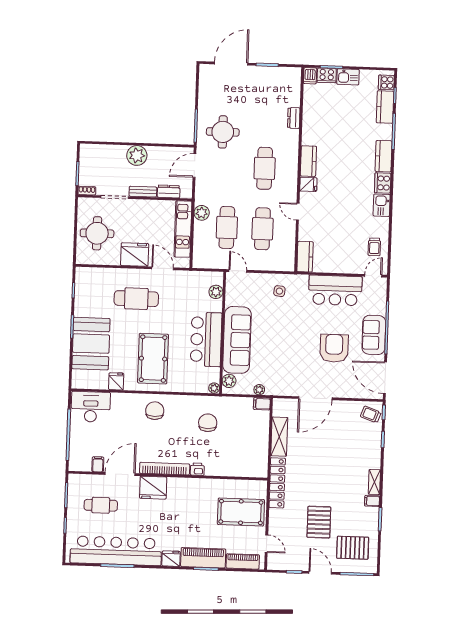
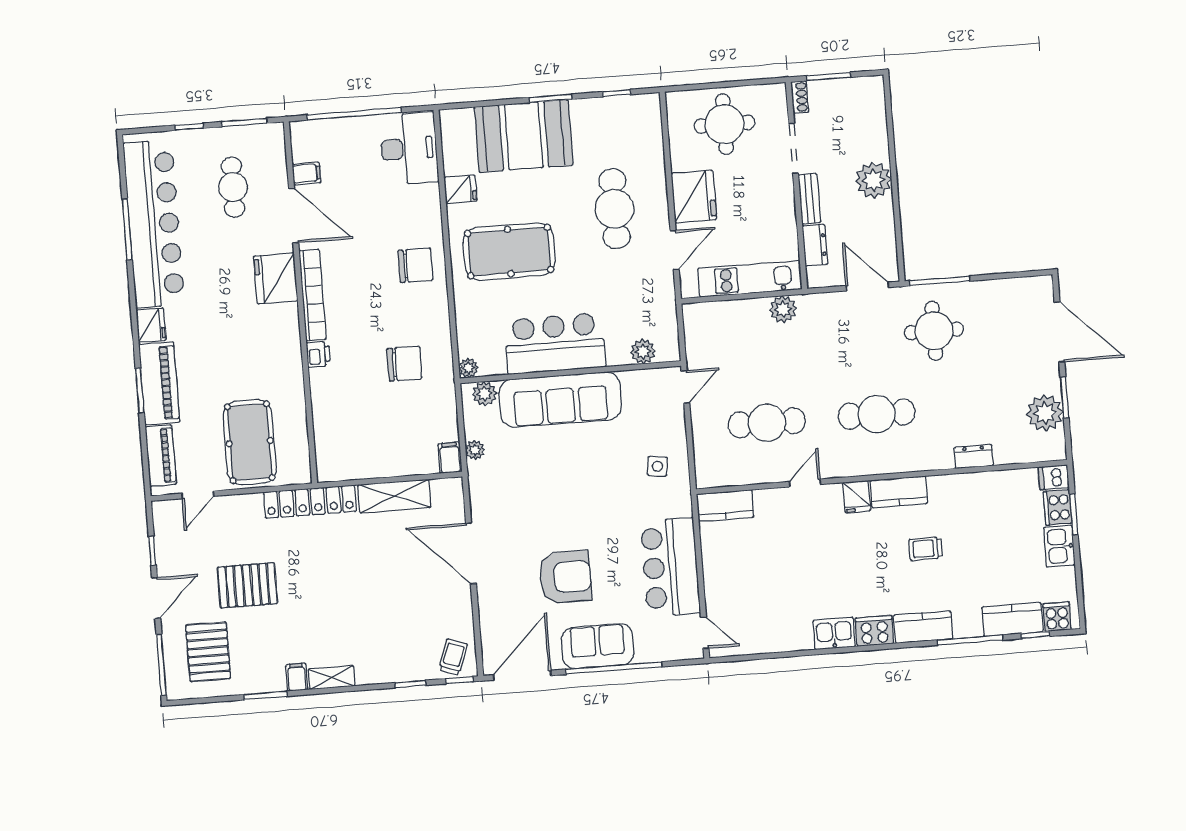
plant: (274, 76) -> (1045, 413), added
cafe table: (227, 227) -> (762, 358), removed
trolley: (374, 247) -> (926, 549), moved

